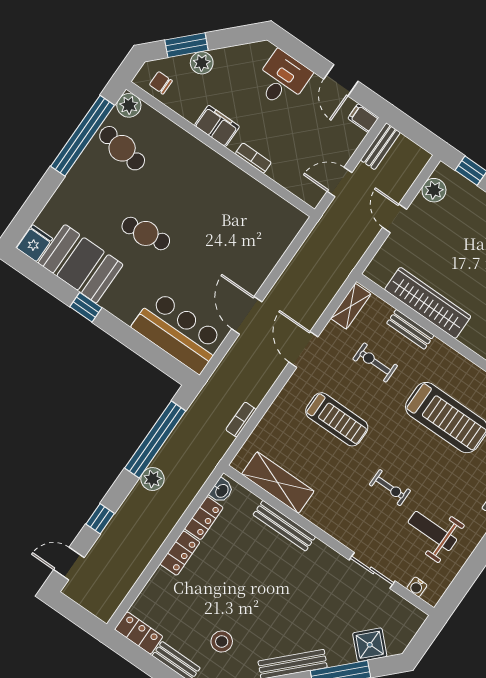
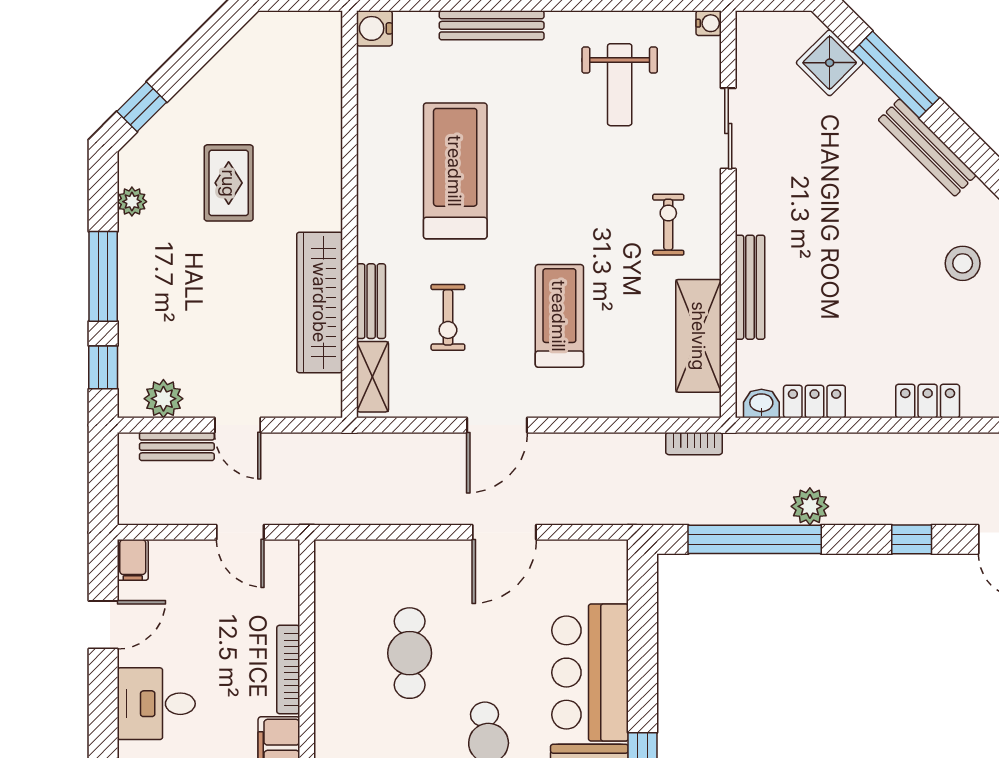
bench: (380, 146) -> (177, 446), moved
bookcase: (253, 158) -> (288, 670), width x1.56
door: (395, 218) -> (238, 425), hinge flipped
cafe table: (219, 225) -> (410, 653), added
shelving: (351, 306) -> (373, 377), moved, turned 90
bar counter: (178, 332) -> (590, 673), moved
bookcase: (241, 420) -> (694, 444), moved
exercise bike: (390, 488) -> (668, 225), moved
locker: (180, 553) -> (928, 401), moved
water cooler: (417, 587) -> (709, 23), moved

